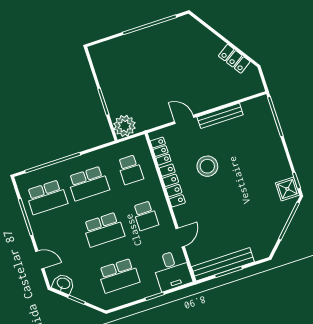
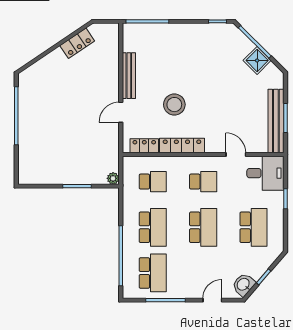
plant: (125, 126) -> (113, 178), width x0.53, depth x0.53
shower: (287, 189) -> (257, 60), moved, turned 45

